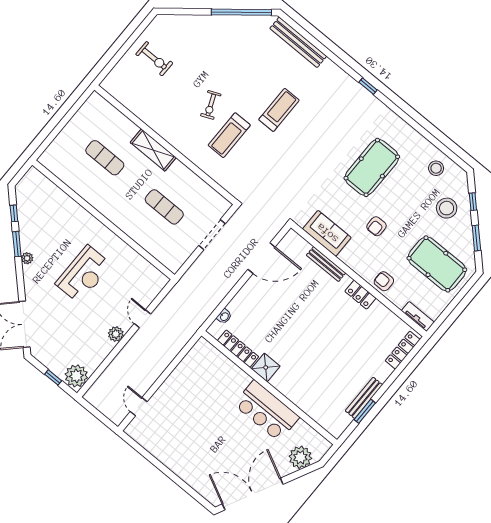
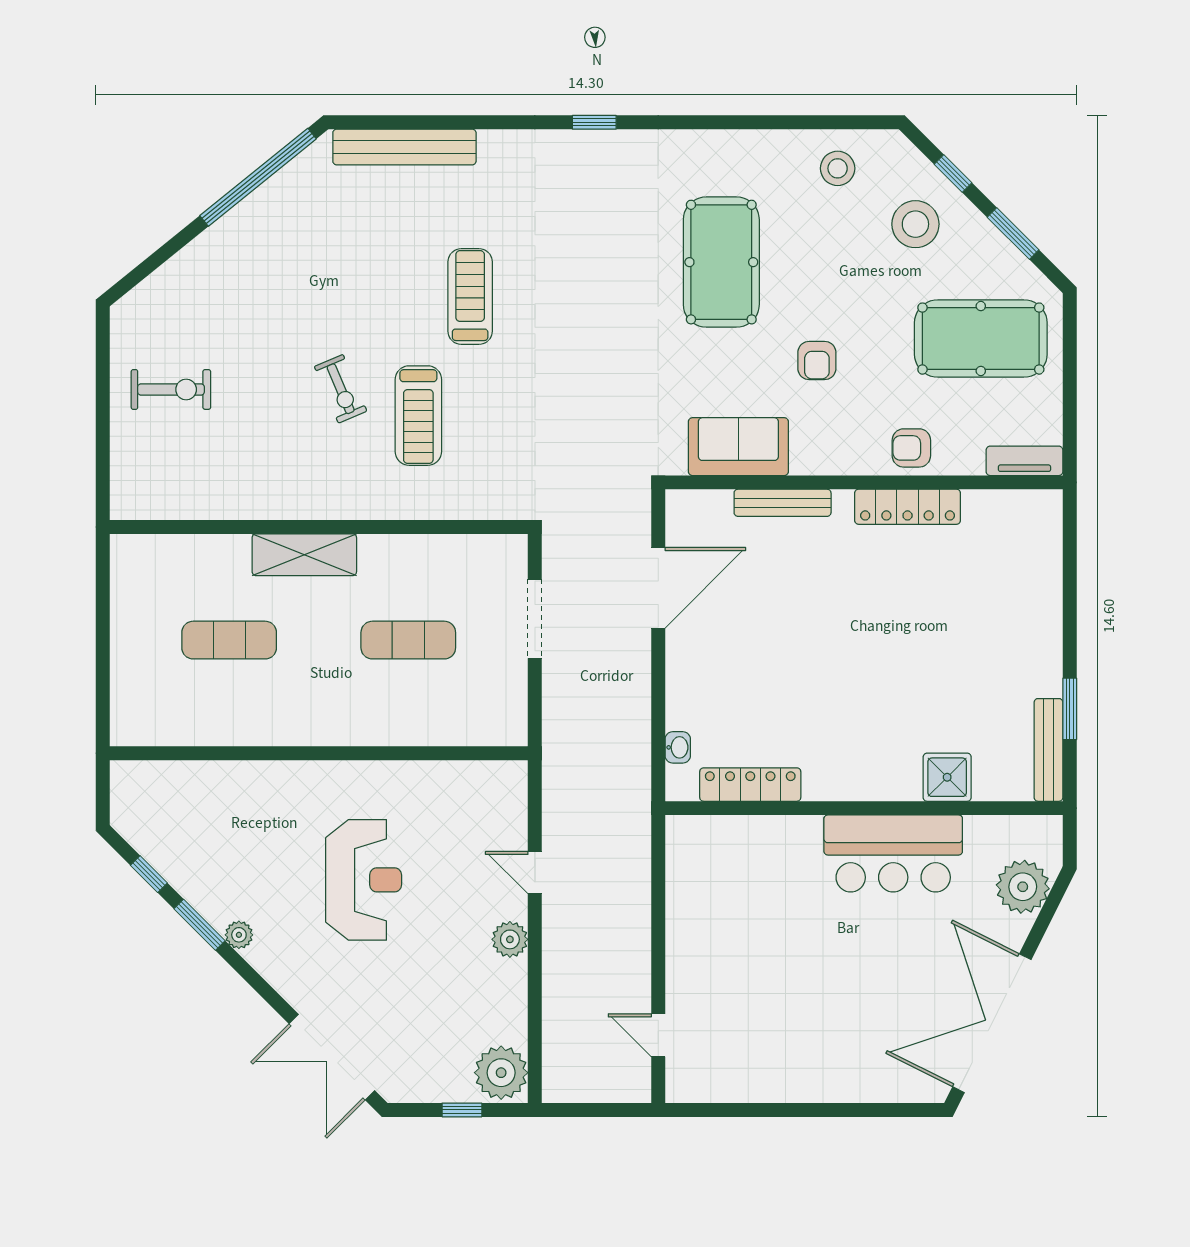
locker: (360, 295) -> (908, 507), width x1.53
locker: (403, 350) -> (1047, 543), removed
shower: (266, 367) -> (947, 777), moved
bench: (364, 398) -> (1048, 750), moved

